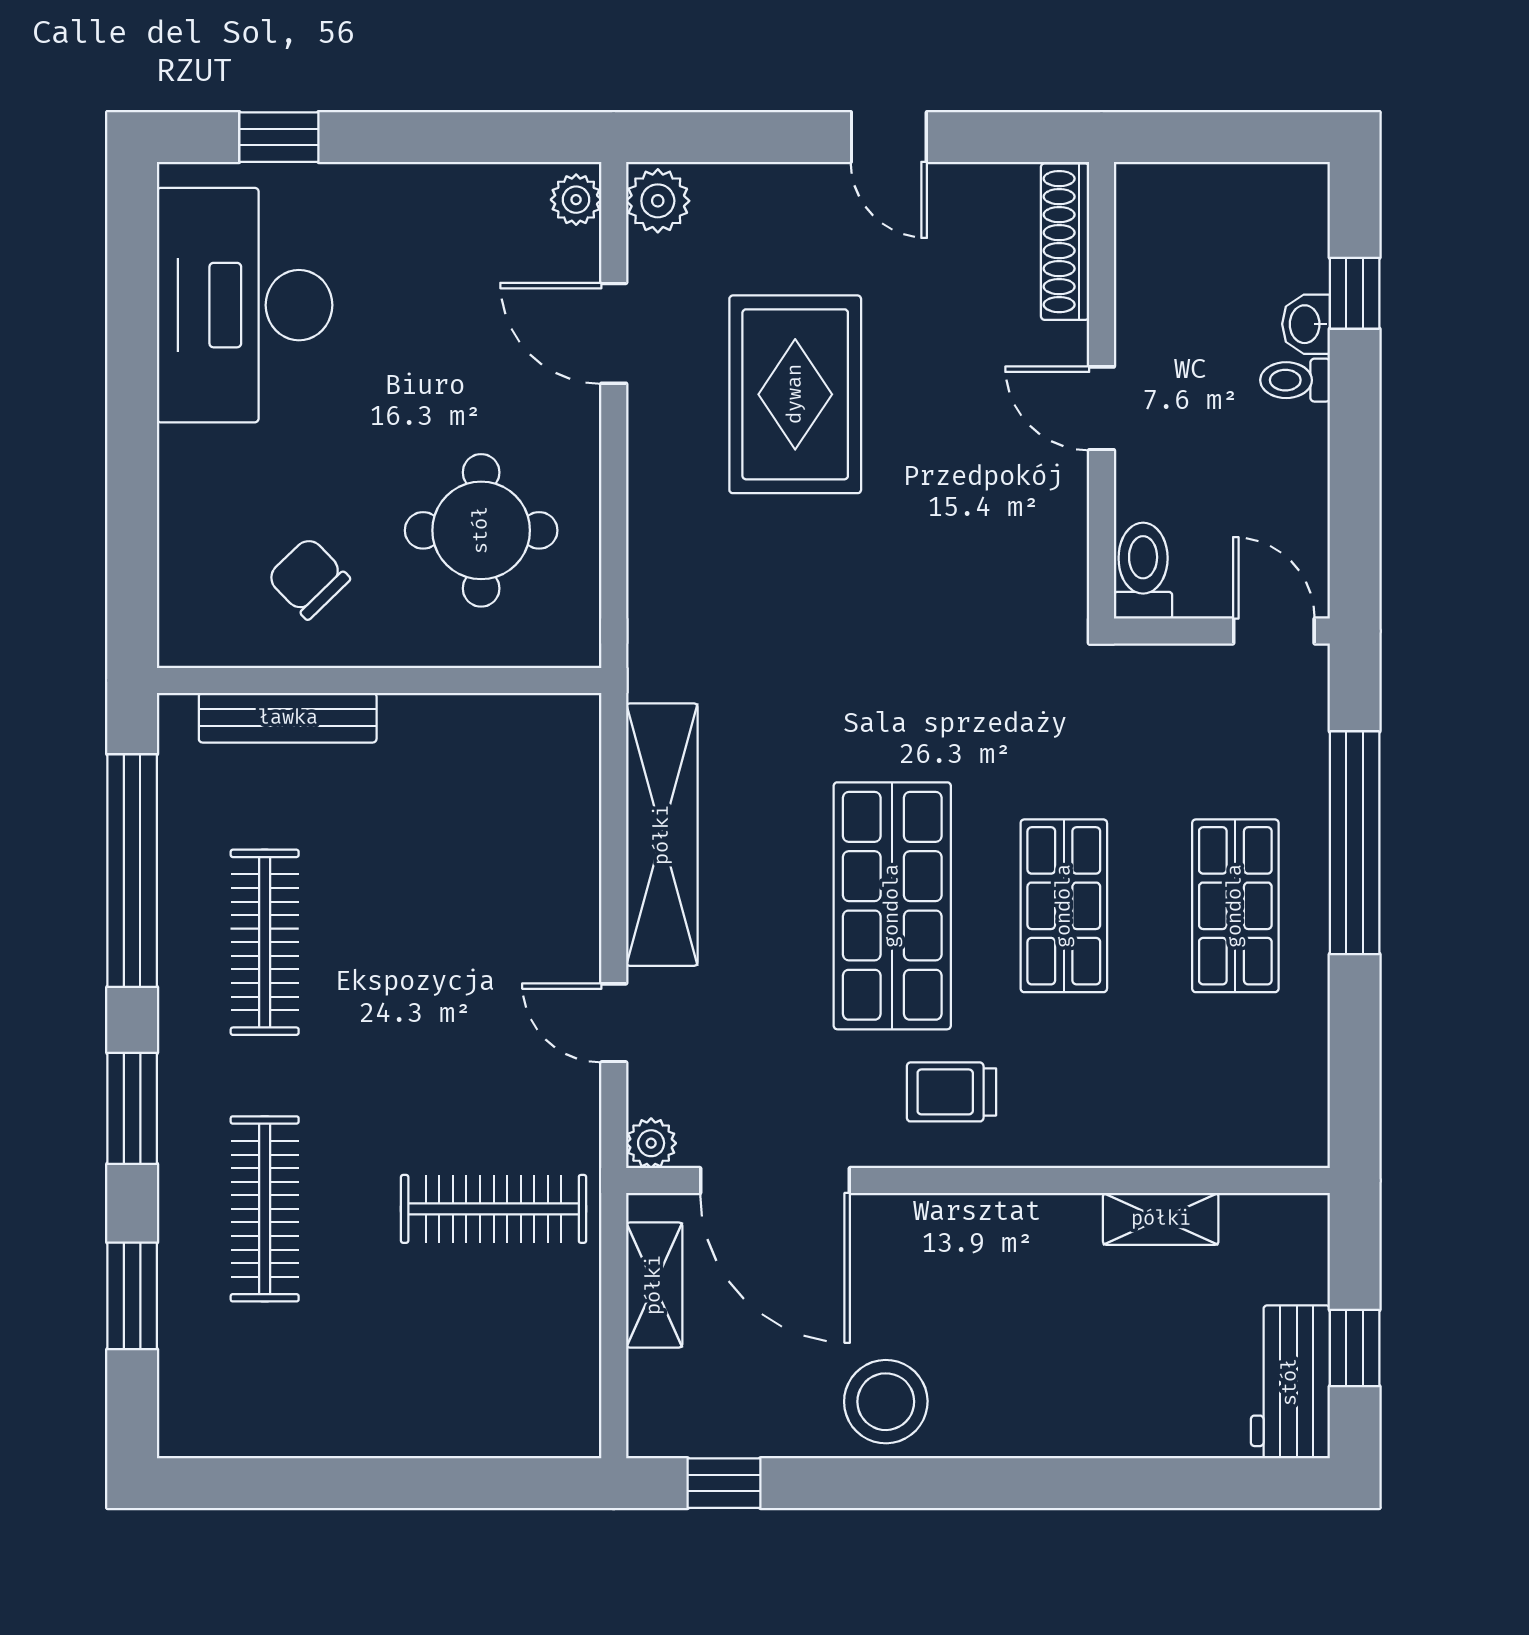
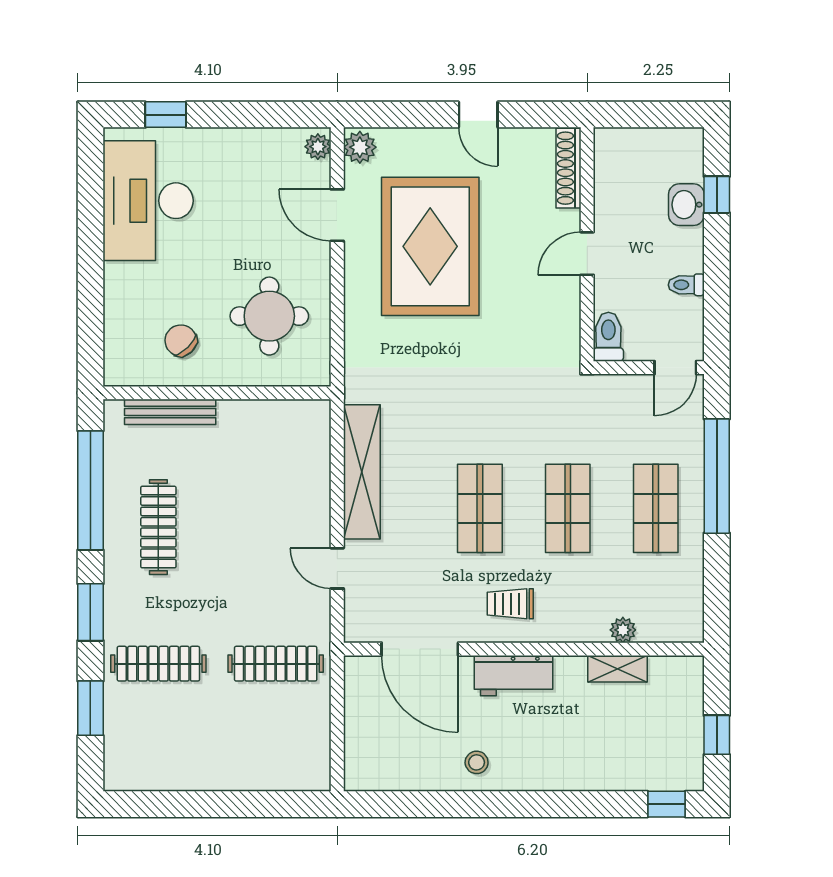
washbasin: (1306, 324) -> (686, 205), width x1.38, depth x1.45
toilet: (1295, 380) -> (686, 285), moved
rug: (795, 394) -> (430, 246), width x1.37, depth x1.44
door: (1102, 408) -> (587, 254), hinge flipped
door: (1274, 631) -> (675, 368), swing flipped
shop shelf: (892, 906) -> (480, 508), width x0.70, depth x0.74
plant: (651, 1143) -> (623, 630), moved
clothes rail: (265, 1209) -> (158, 664), turned 90
shelving: (654, 1285) -> (358, 703), removed
workbench: (1290, 1382) -> (513, 676), moved, turned -90
stool: (886, 1402) -> (477, 762), width x0.53, depth x0.53
window: (724, 1483) -> (666, 804), moved

